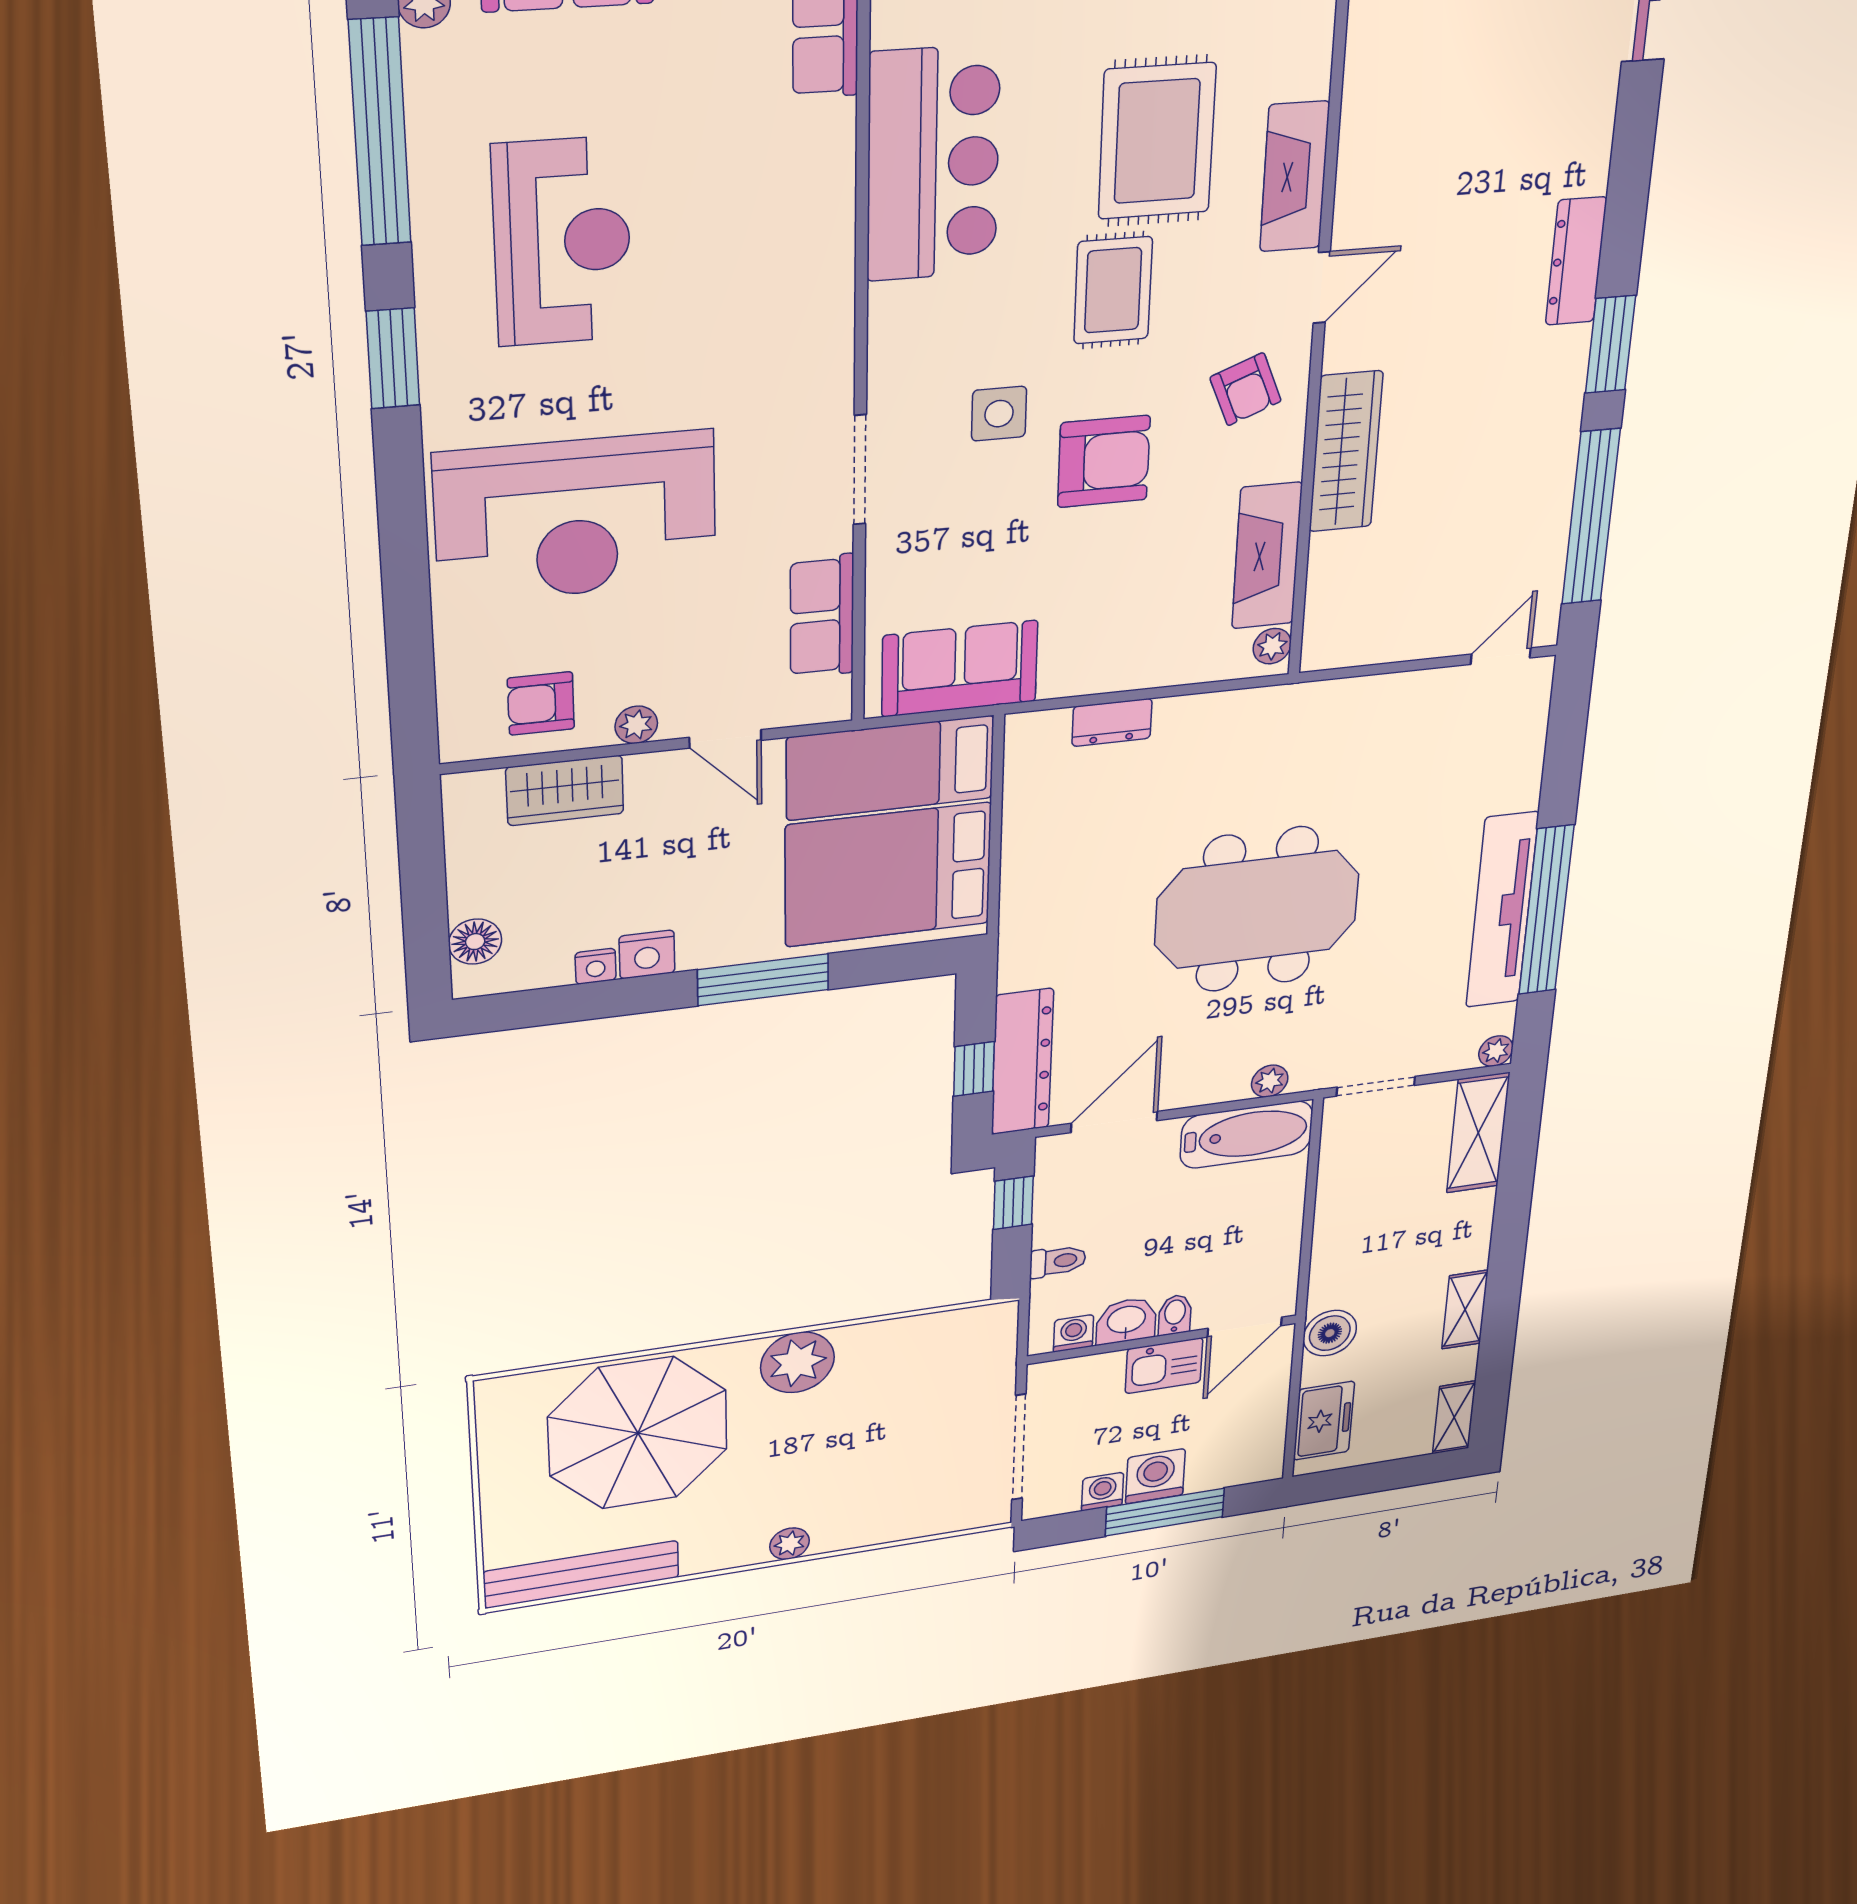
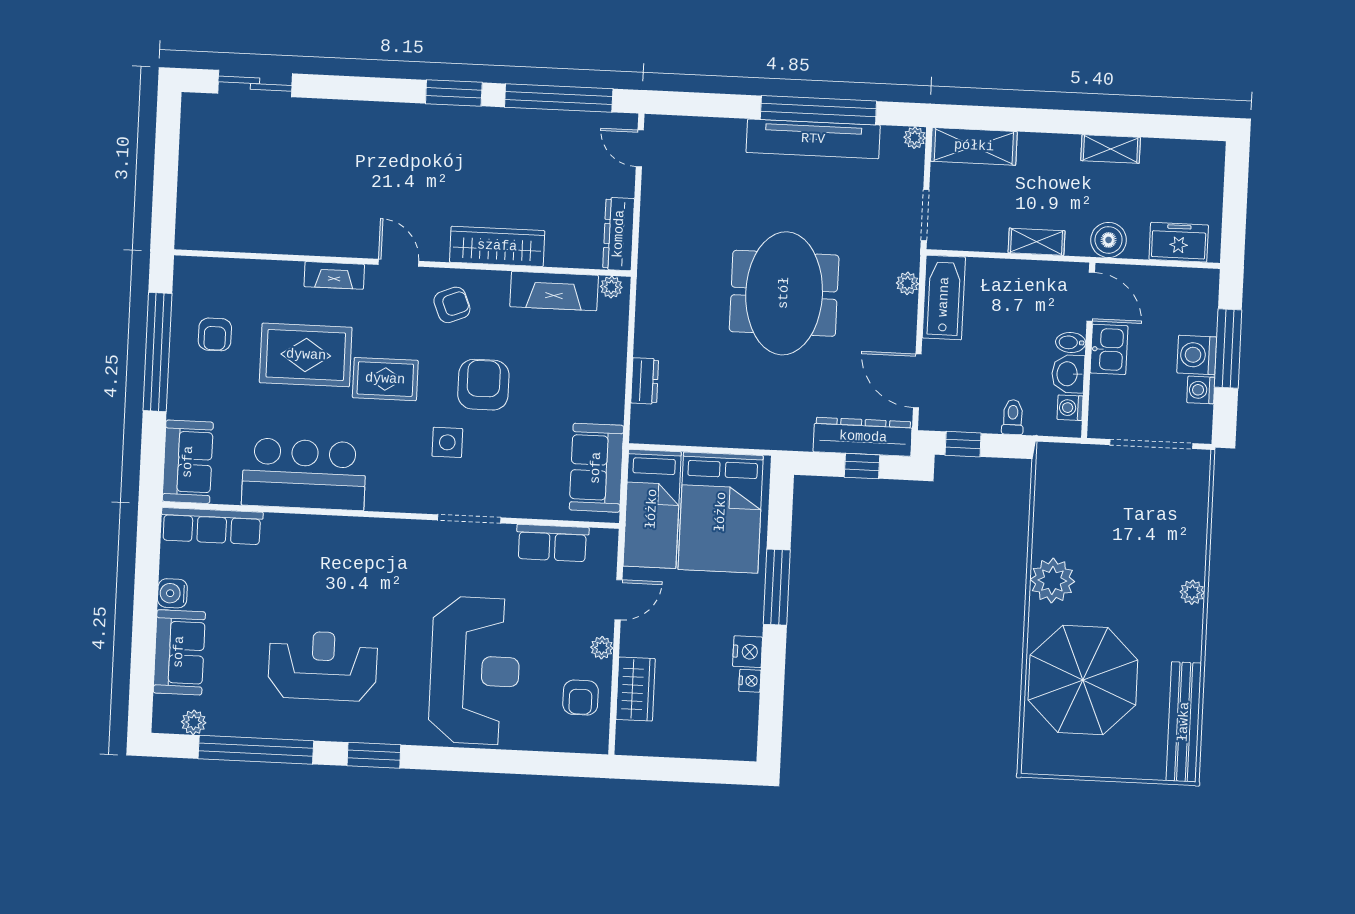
fireplace: (1295, 177) -> (334, 275), width x0.73, depth x0.76
dresser: (1576, 261) -> (619, 234), moved, turned 90
floor lamp: (475, 942) -> (722, 745), removed
shelving: (1454, 1417) -> (1037, 242), moved

